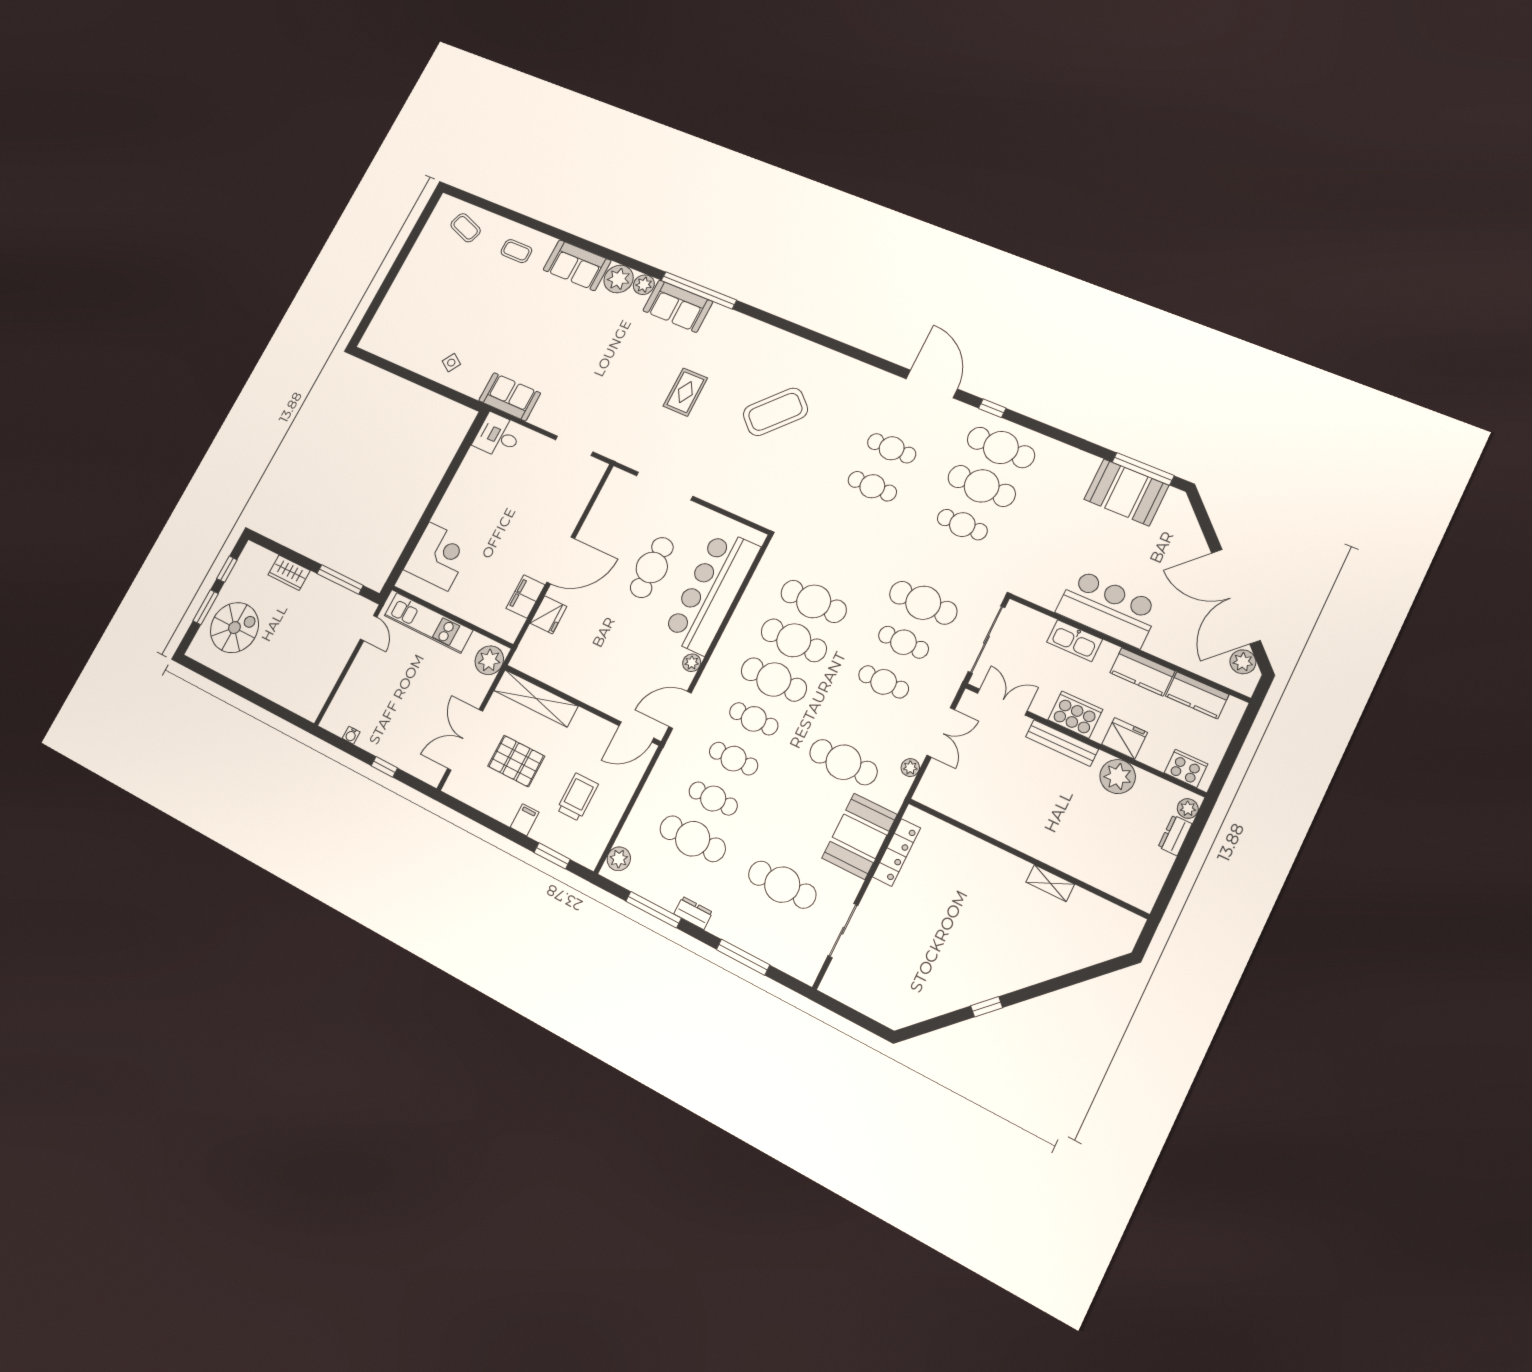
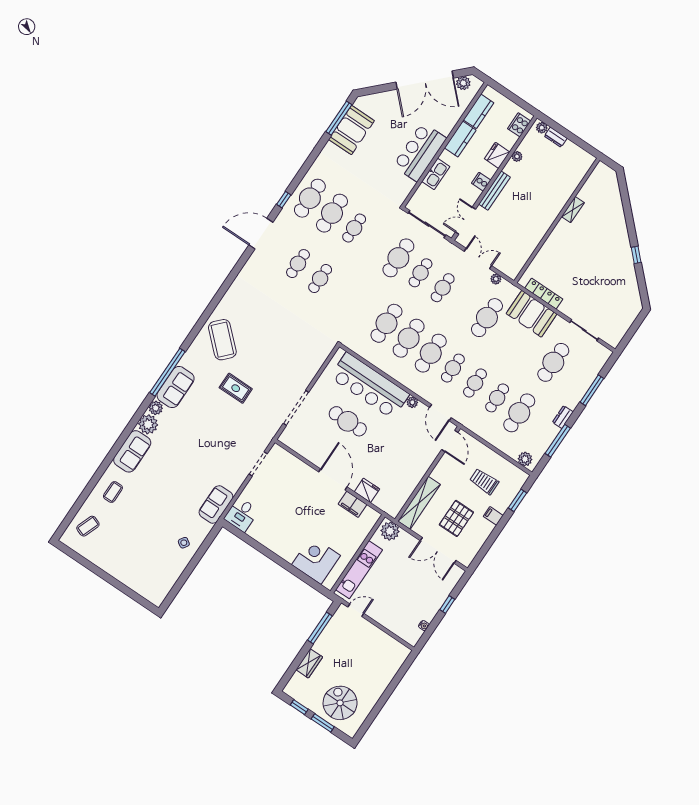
coffee table: (775, 412) -> (222, 340), moved
cooker: (1075, 715) -> (481, 182), width x0.53, depth x0.76
plant: (1118, 777) -> (517, 156), width x0.53, depth x0.53

